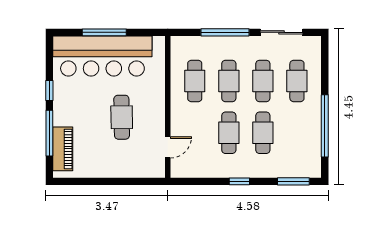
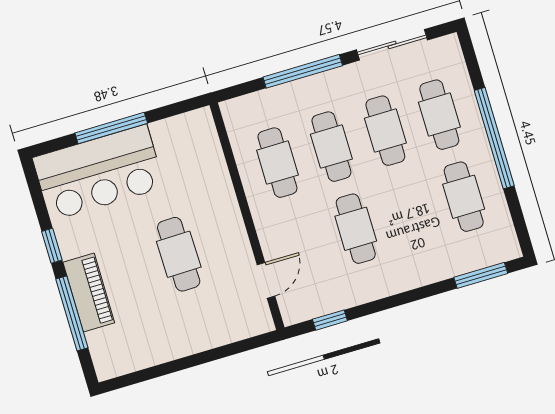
bar counter: (102, 56) -> (99, 173), width x0.73
window: (325, 126) -> (494, 138), moved
cafe table: (263, 133) -> (464, 197), moved
piano: (63, 149) -> (89, 293), moved
window: (239, 181) -> (330, 320), moved

